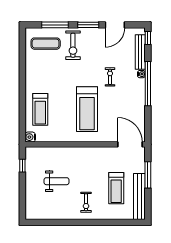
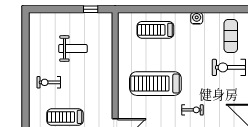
water cooler: (30, 137) -> (197, 18), moved
weight bench: (57, 181) -> (73, 49), turned -90

